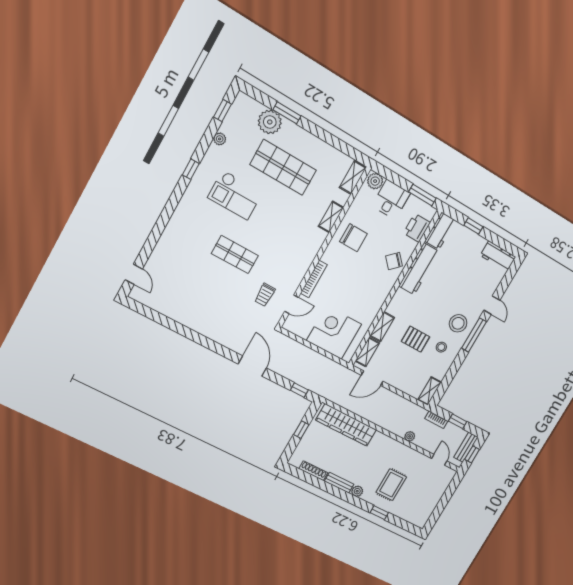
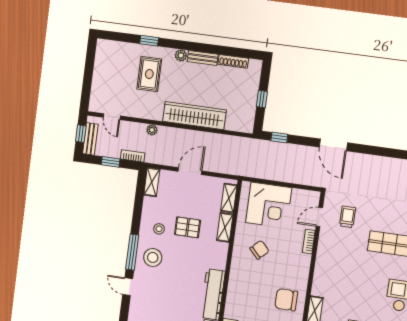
chair: (394, 261) -> (260, 250), moved
bookcase: (314, 279) -> (309, 242), width x0.64
door: (372, 378) -> (190, 171), moved
wardrobe: (346, 425) -> (194, 116), moved

